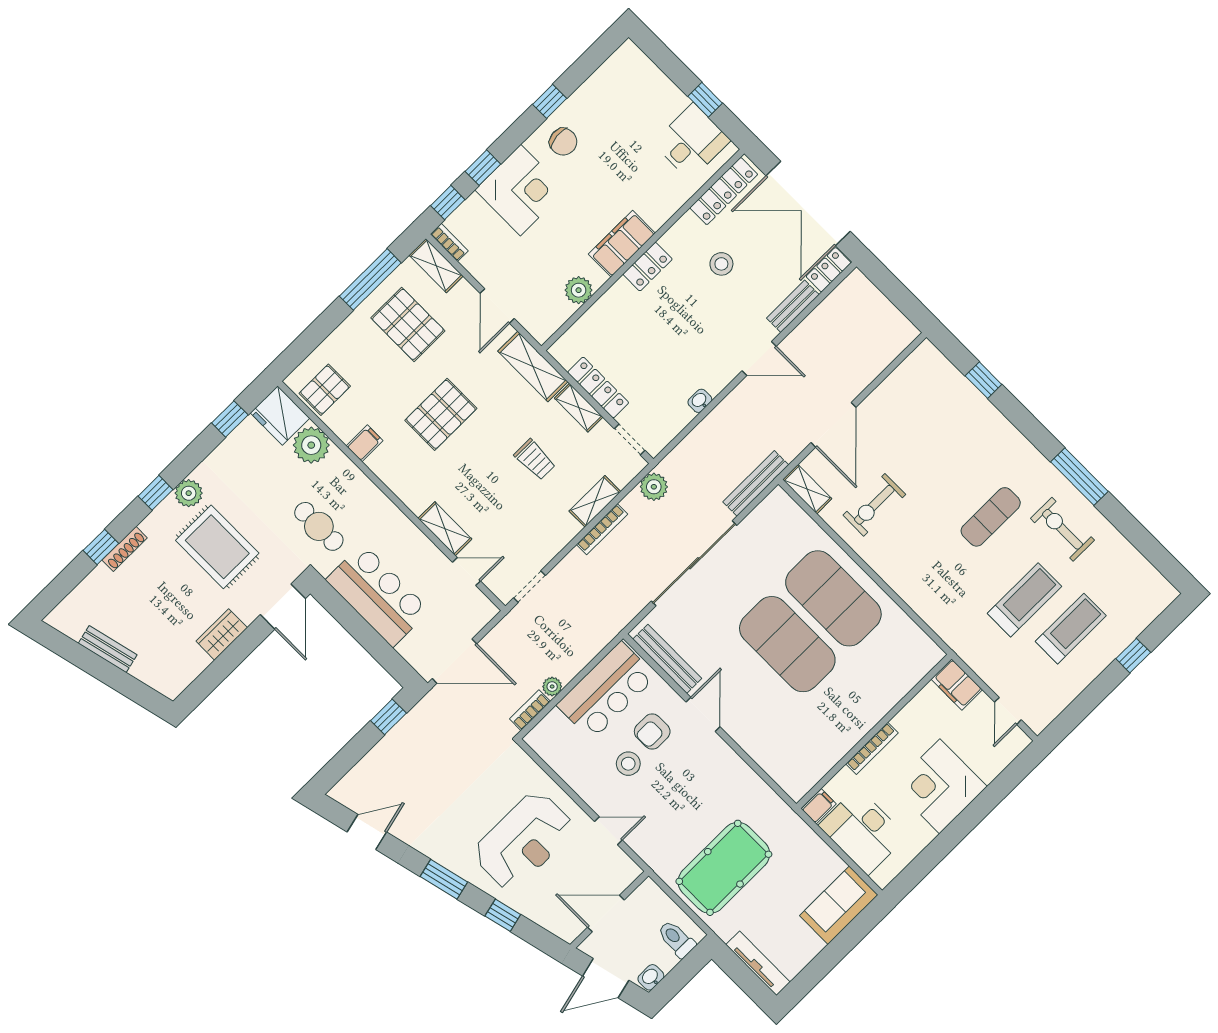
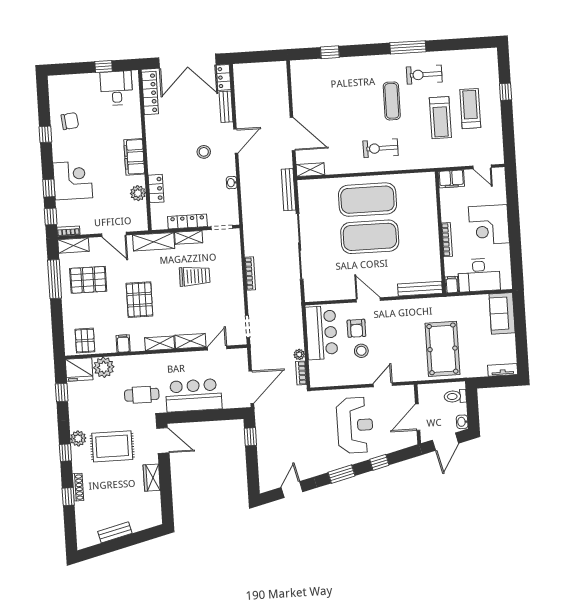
chair: (563, 142) -> (70, 121), moved
stool: (721, 264) -> (204, 152), moved
locker: (648, 267) -> (156, 189), moved
trolley: (535, 460) -> (195, 276), width x1.36, depth x1.39
plant: (654, 487) -> (251, 235), removed
shelving: (595, 501) -> (160, 343), moved, turned 90
exercise bike: (874, 505) -> (381, 148), moved, turned 90
treadmill: (1024, 600) -> (440, 118), turned 180
bench: (667, 659) -> (420, 289), moved
tv unit: (758, 963) -> (503, 370), width x0.71

